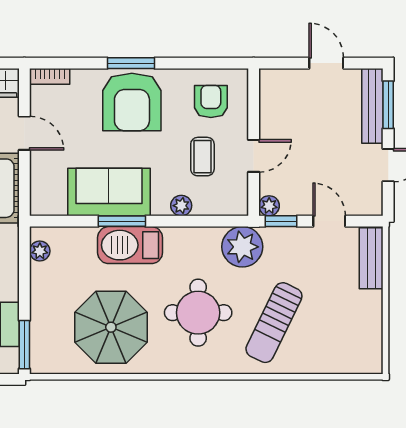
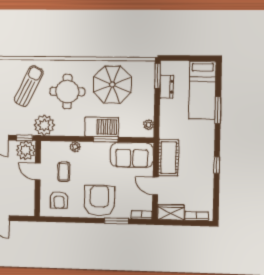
window: (131, 63) -> (117, 221), moved
door: (254, 156) -> (38, 172), hinge flipped
sofa: (109, 192) -> (132, 155), moved
plant: (269, 206) -> (26, 150), width x1.88, depth x1.88

